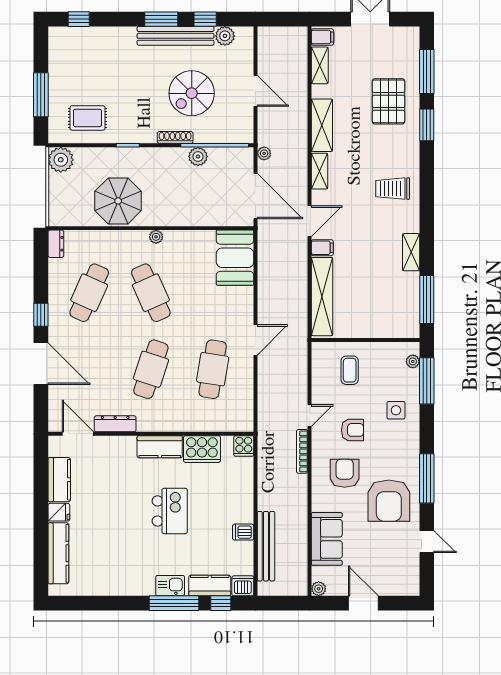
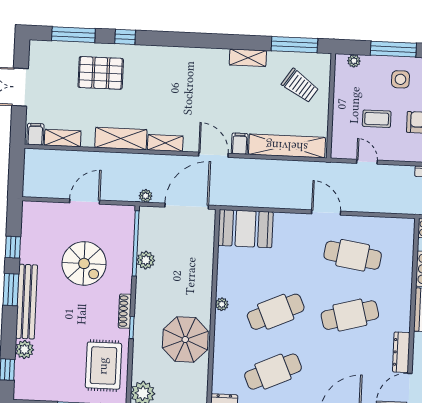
bench: (176, 36) -> (27, 302), moved
plant: (225, 36) -> (24, 349), moved
rug: (87, 118) -> (103, 366), width x1.36, depth x1.43
window: (427, 125) -> (125, 37), width x0.67
shoe rack: (175, 137) -> (125, 311), moved
trolley: (393, 189) -> (300, 86), moved, turned -56
cafe table: (89, 293) -> (273, 372), turned -48
cafe table: (151, 369) -> (350, 315), turned -33
coffee table: (350, 370) -> (377, 119), moved
window: (427, 381) -> (393, 49), moved
door: (310, 416) -> (367, 162), moved

